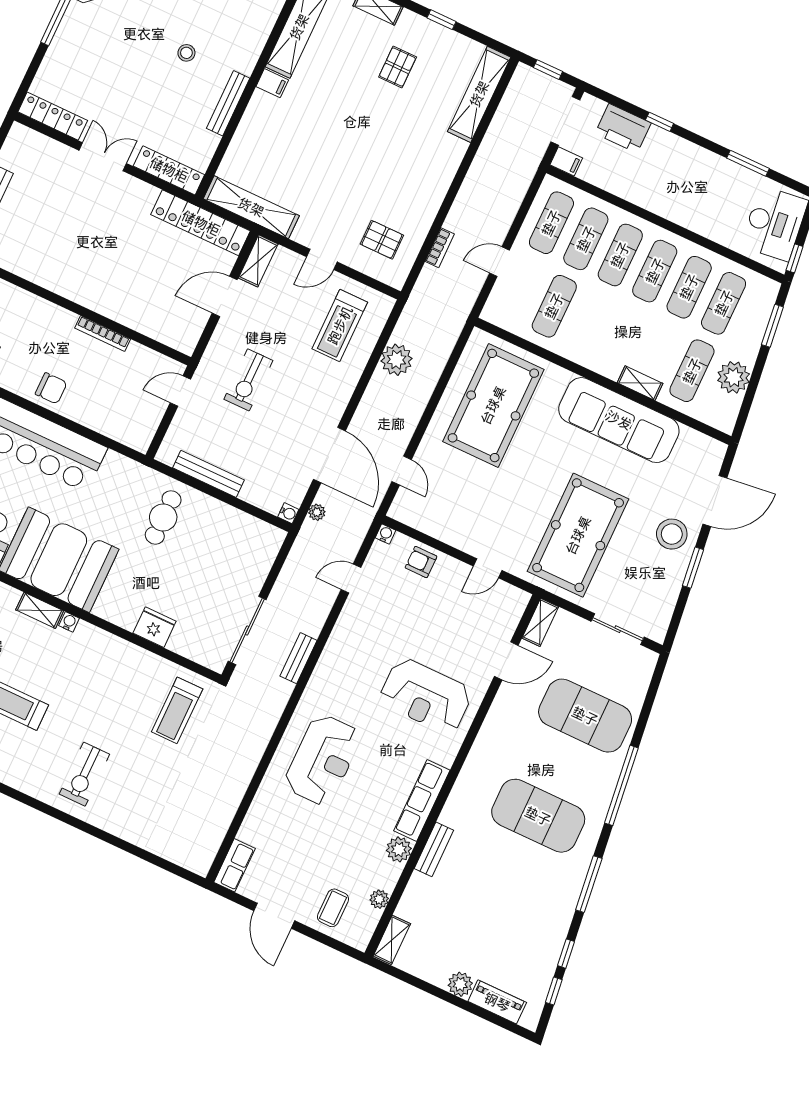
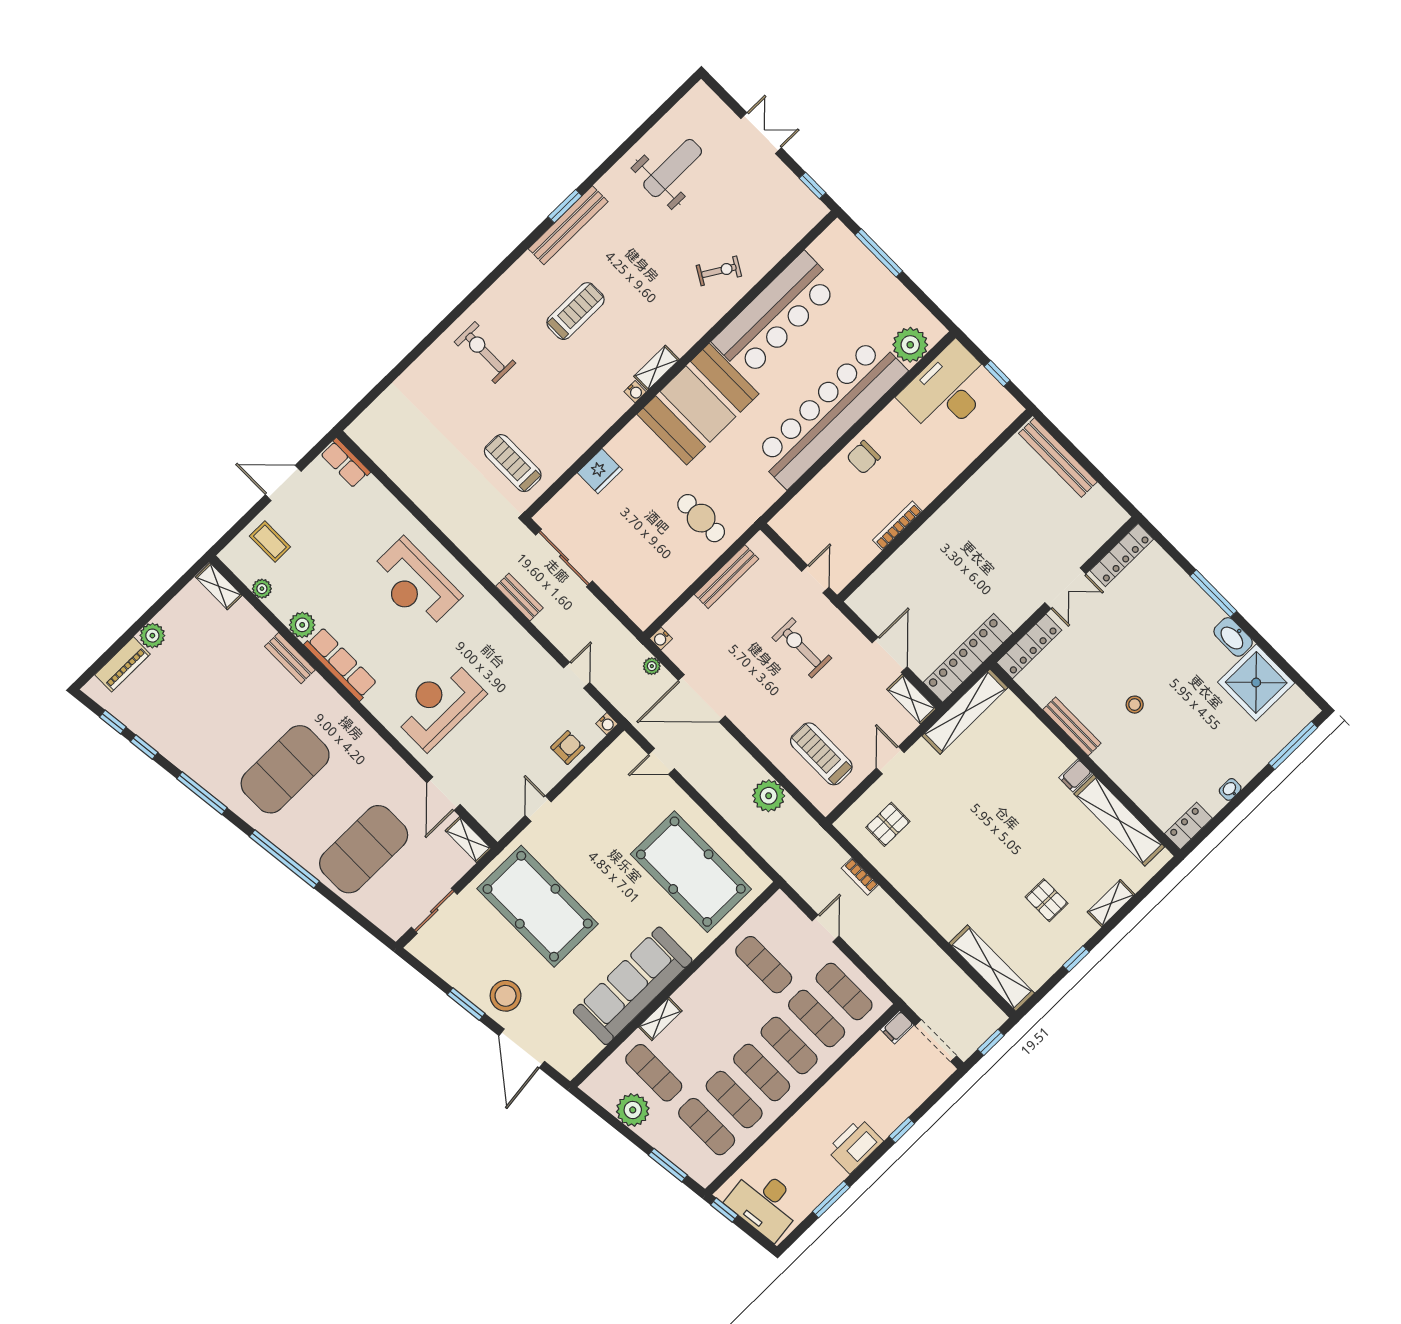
printer: (623, 128) -> (855, 1146), moved

